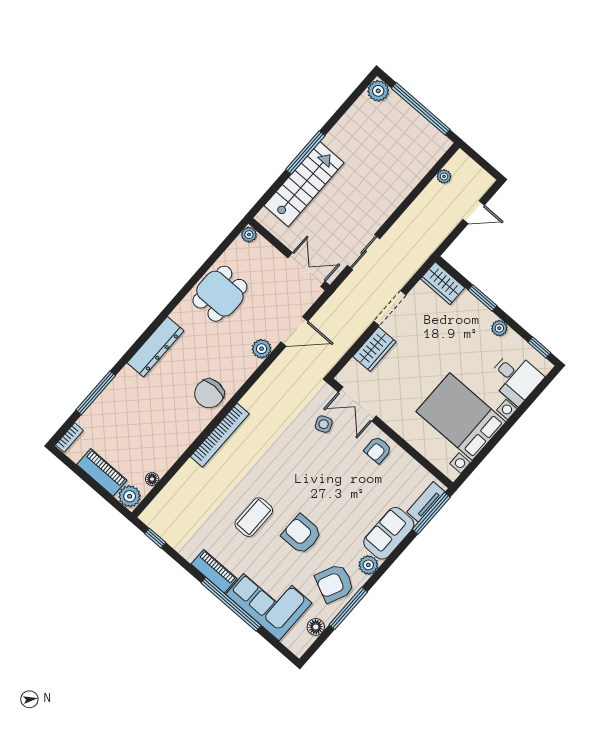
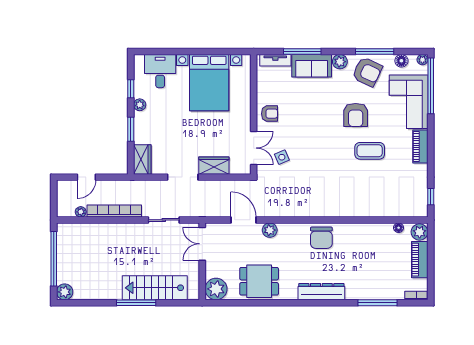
door: (474, 212) -> (86, 177), swing flipped
plant: (249, 235) -> (216, 289), width x1.88, depth x1.88
window: (539, 347) -> (131, 89), moved
chair: (209, 394) -> (321, 238), turned 90
bookcase: (220, 435) -> (114, 211), moved
window: (431, 513) -> (302, 51), moved
window: (231, 604) -> (431, 86), moved
plant: (299, 649) -> (422, 60), added

